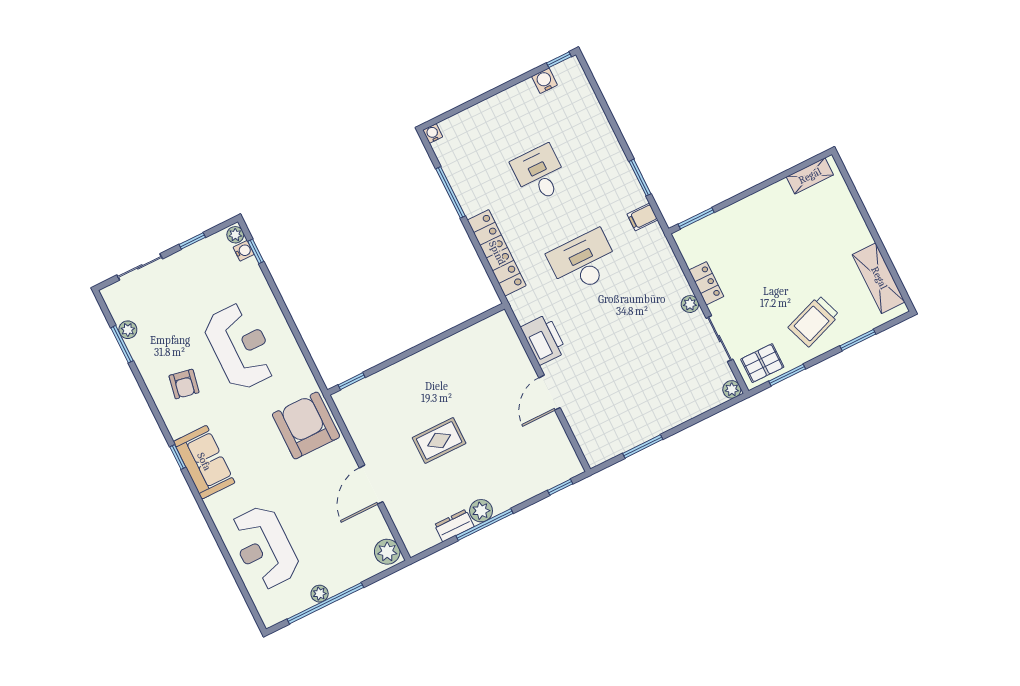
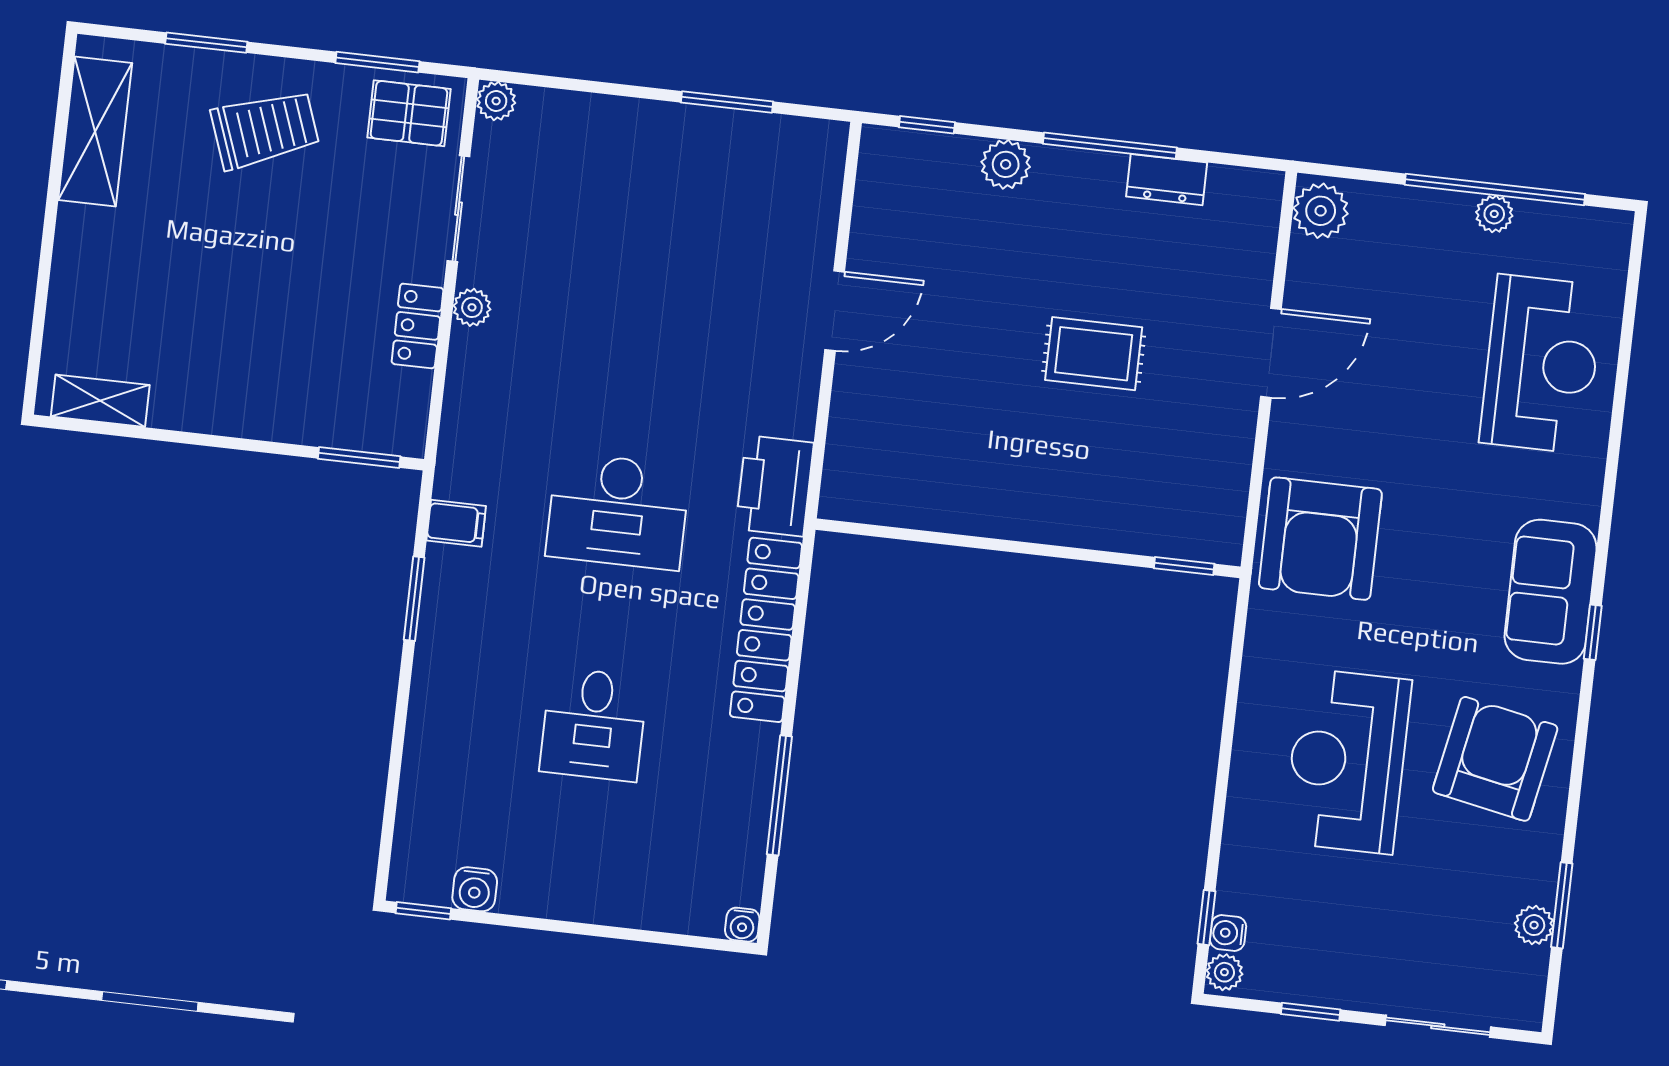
printer: (544, 340) -> (775, 486), moved
armchair: (184, 384) -> (1495, 759), width x1.88, depth x1.88
plant: (481, 511) -> (1006, 164), moved

